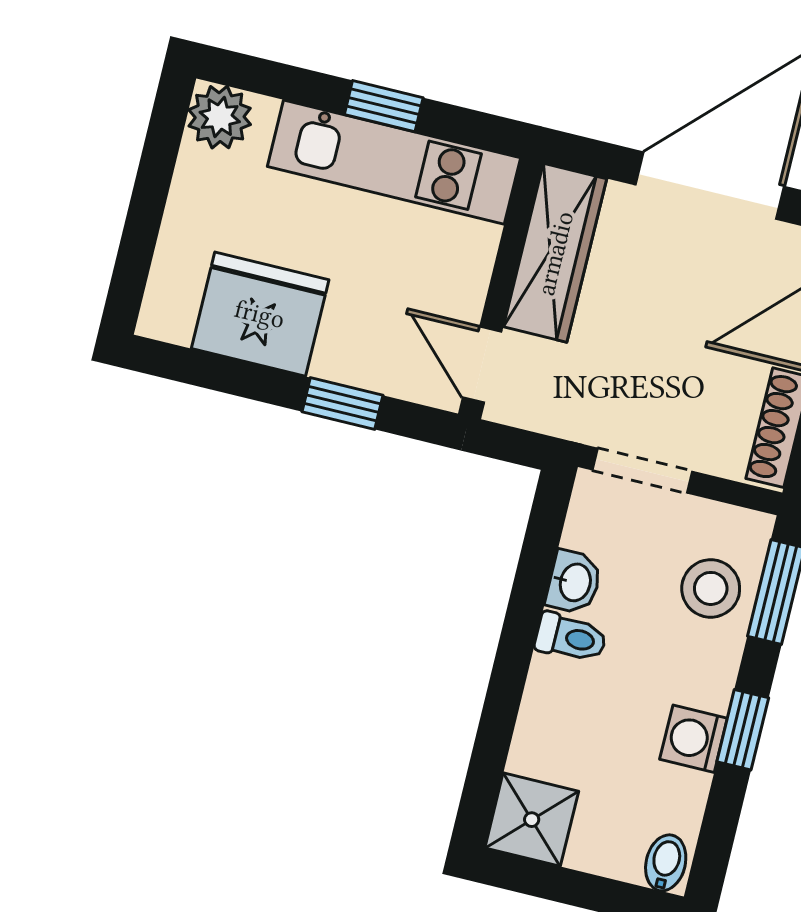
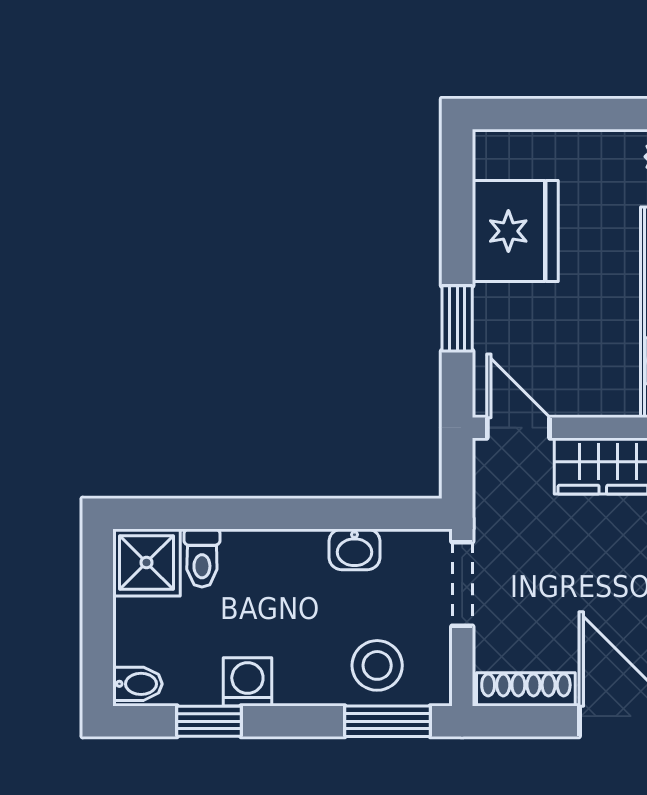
door: (482, 365) -> (518, 428), hinge flipped
toilet: (571, 638) -> (202, 558), moved
window: (743, 730) -> (209, 721), moved

